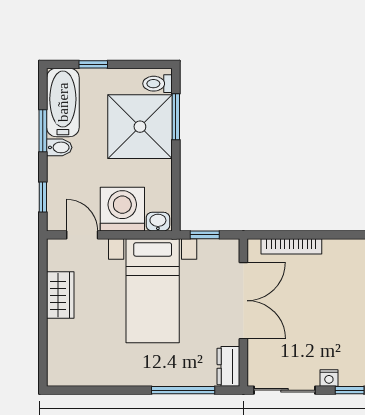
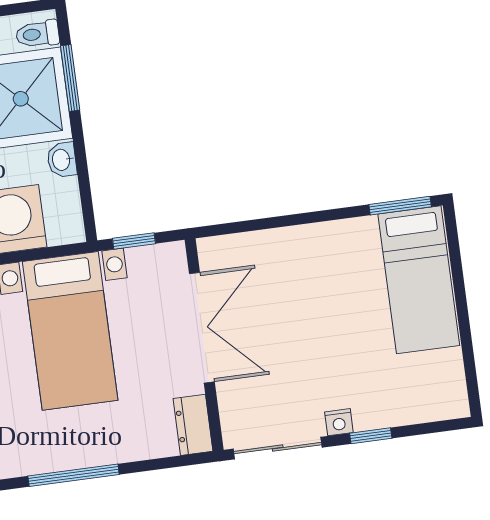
washbasin: (158, 222) -> (62, 160), moved, turned -90
bookcase: (291, 246) -> (260, 241), removed
window: (183, 390) -> (74, 475), moved

